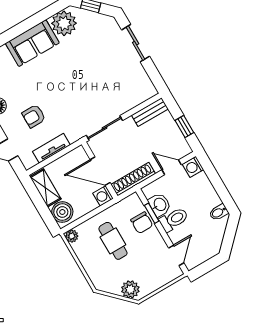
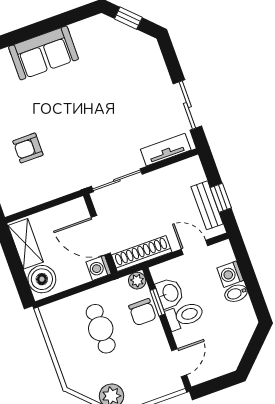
plant: (64, 23) -> (89, 35), removed
sliding door: (136, 43) -> (187, 105), moved
bench: (150, 112) -> (207, 205), moved, turned 90
tv unit: (51, 148) -> (166, 150), moved
washing machine: (193, 167) -> (230, 274), moved
bidet: (219, 212) -> (236, 293), moved
plant: (72, 236) -> (137, 281), moved

